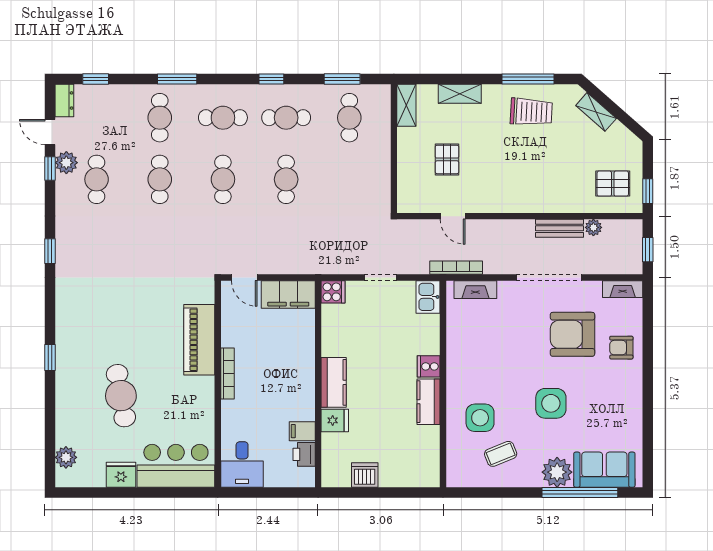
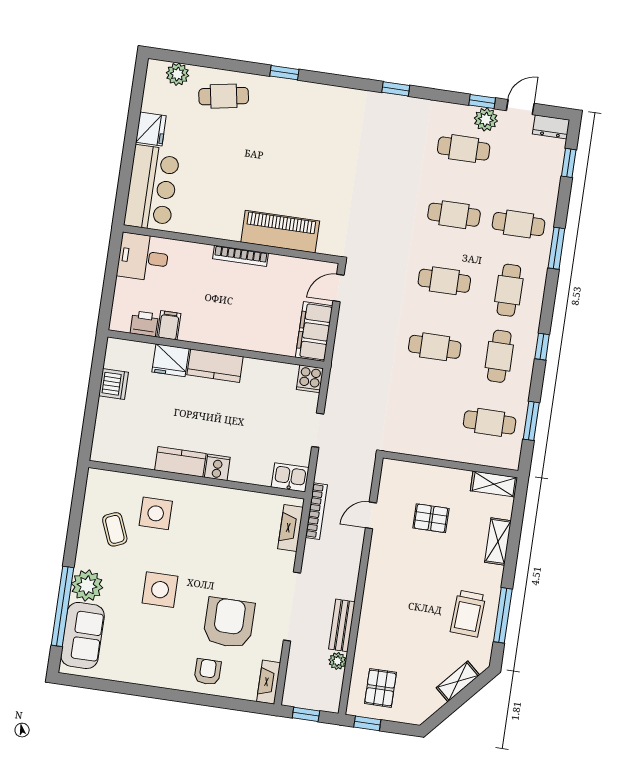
cafe table: (121, 396) -> (224, 96), moved, width x0.73, depth x0.74
fridge: (335, 420) -> (171, 360), width x1.38

